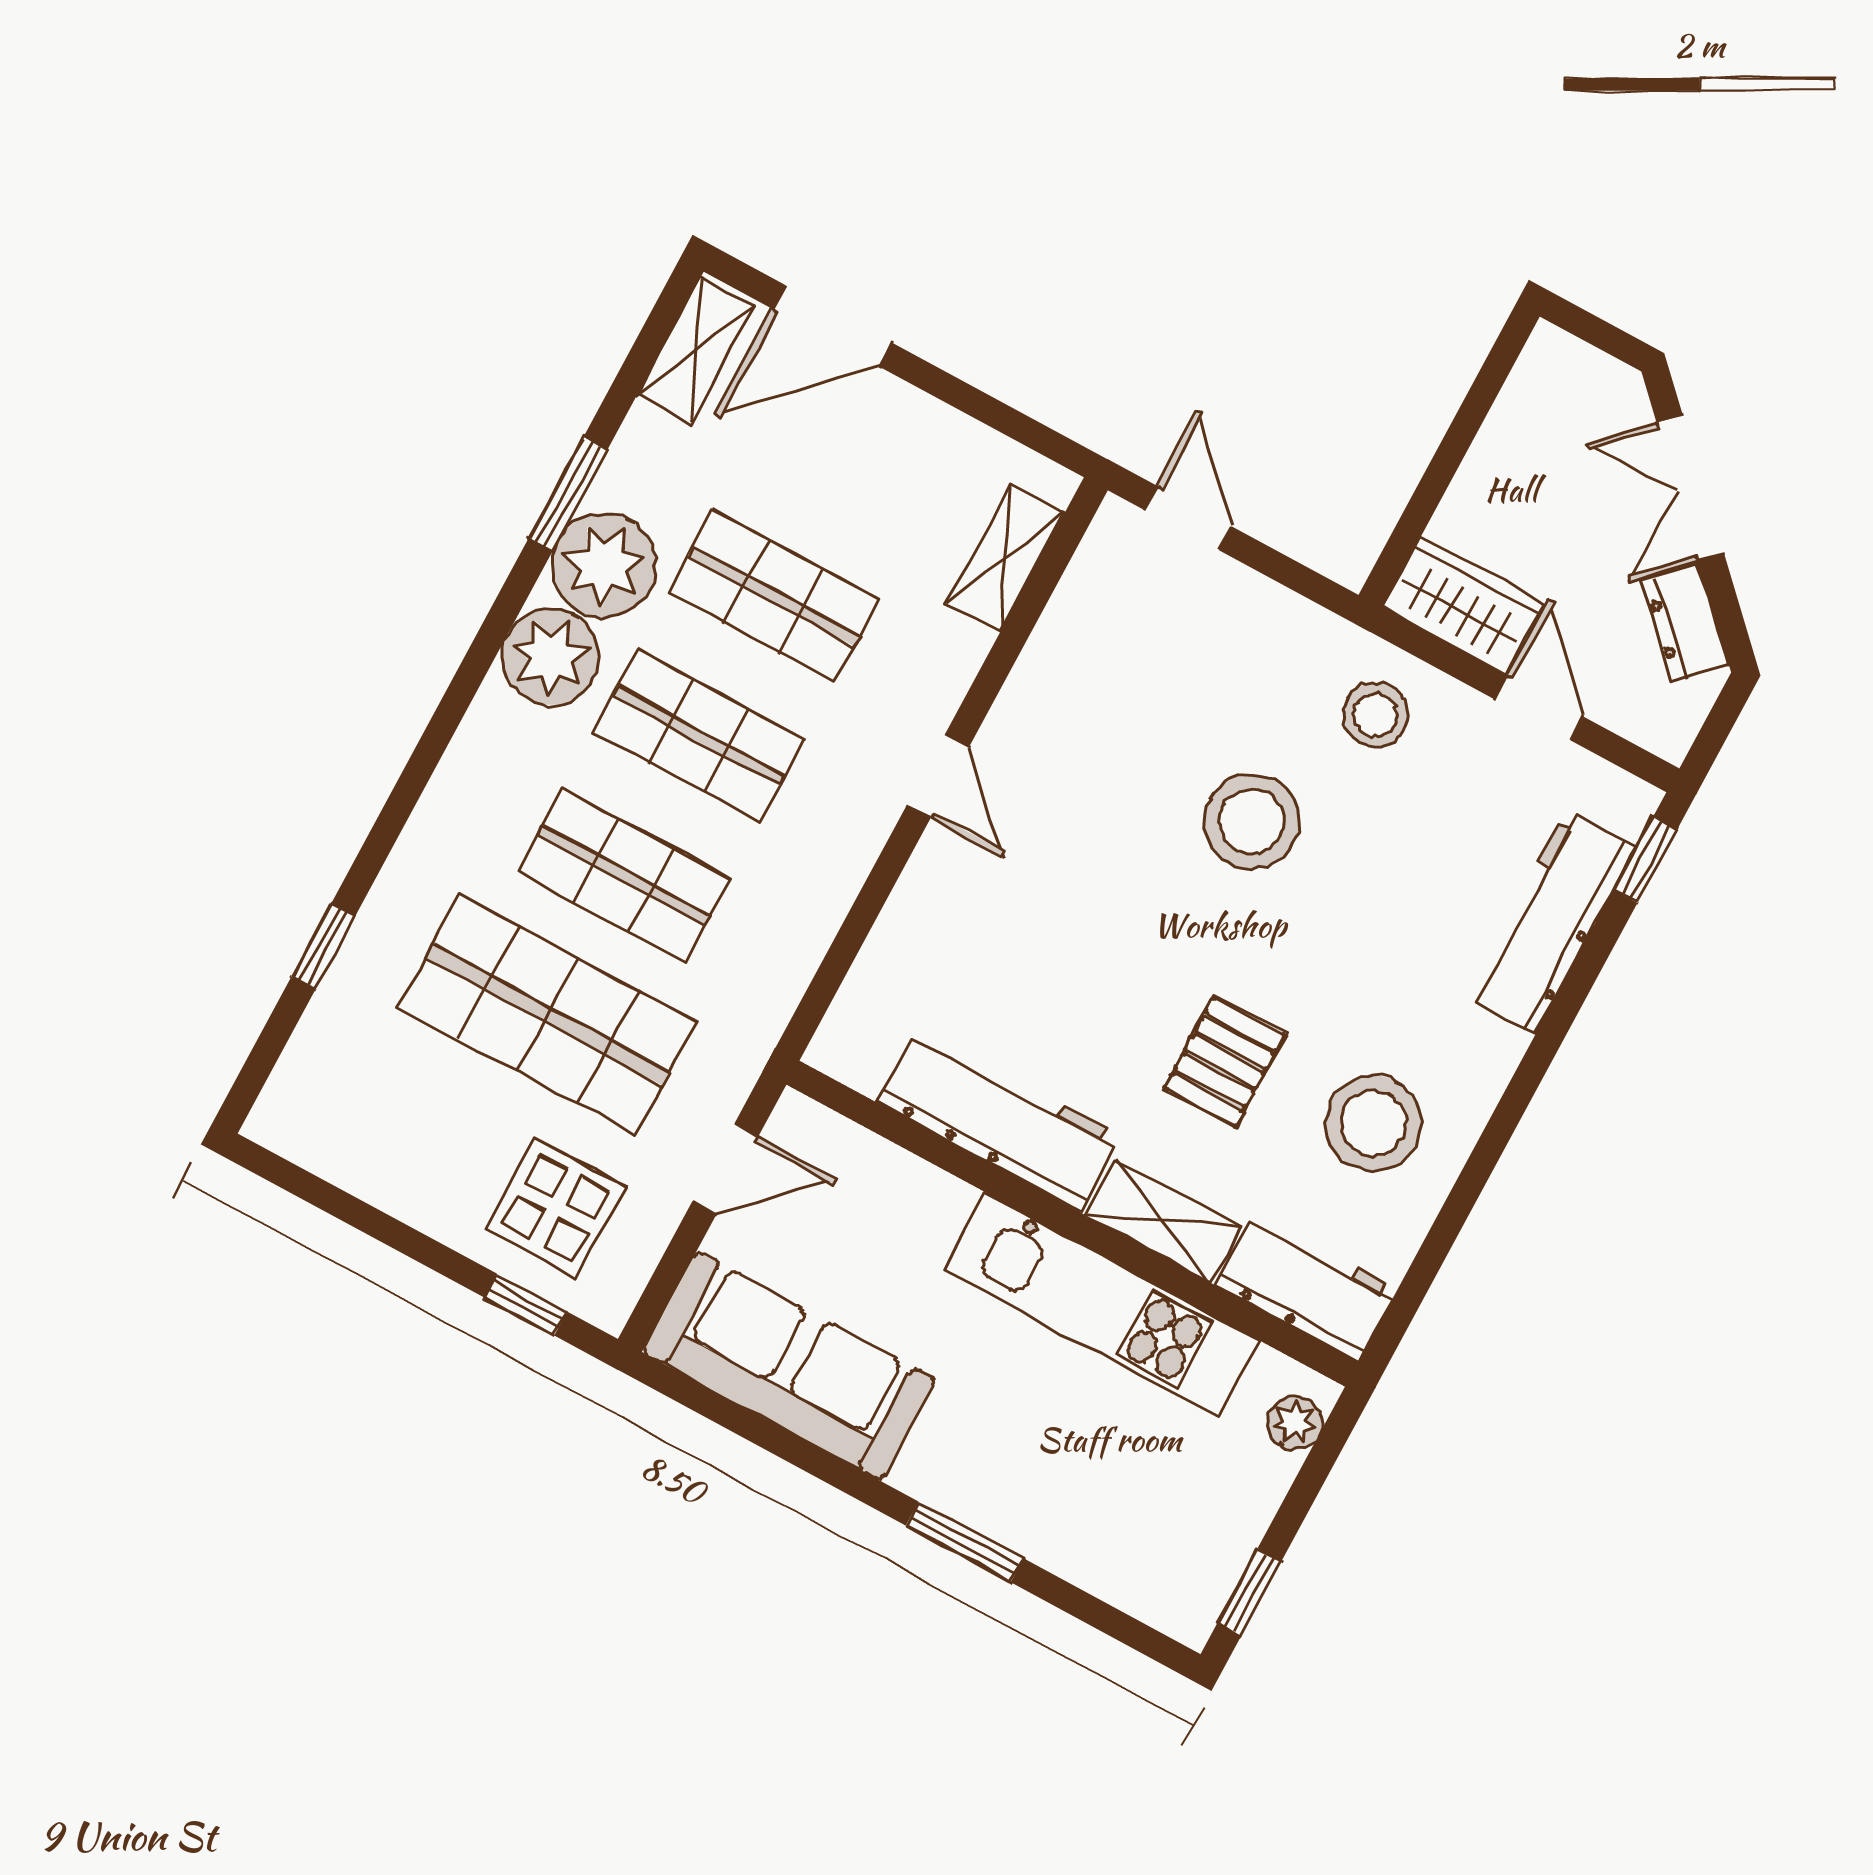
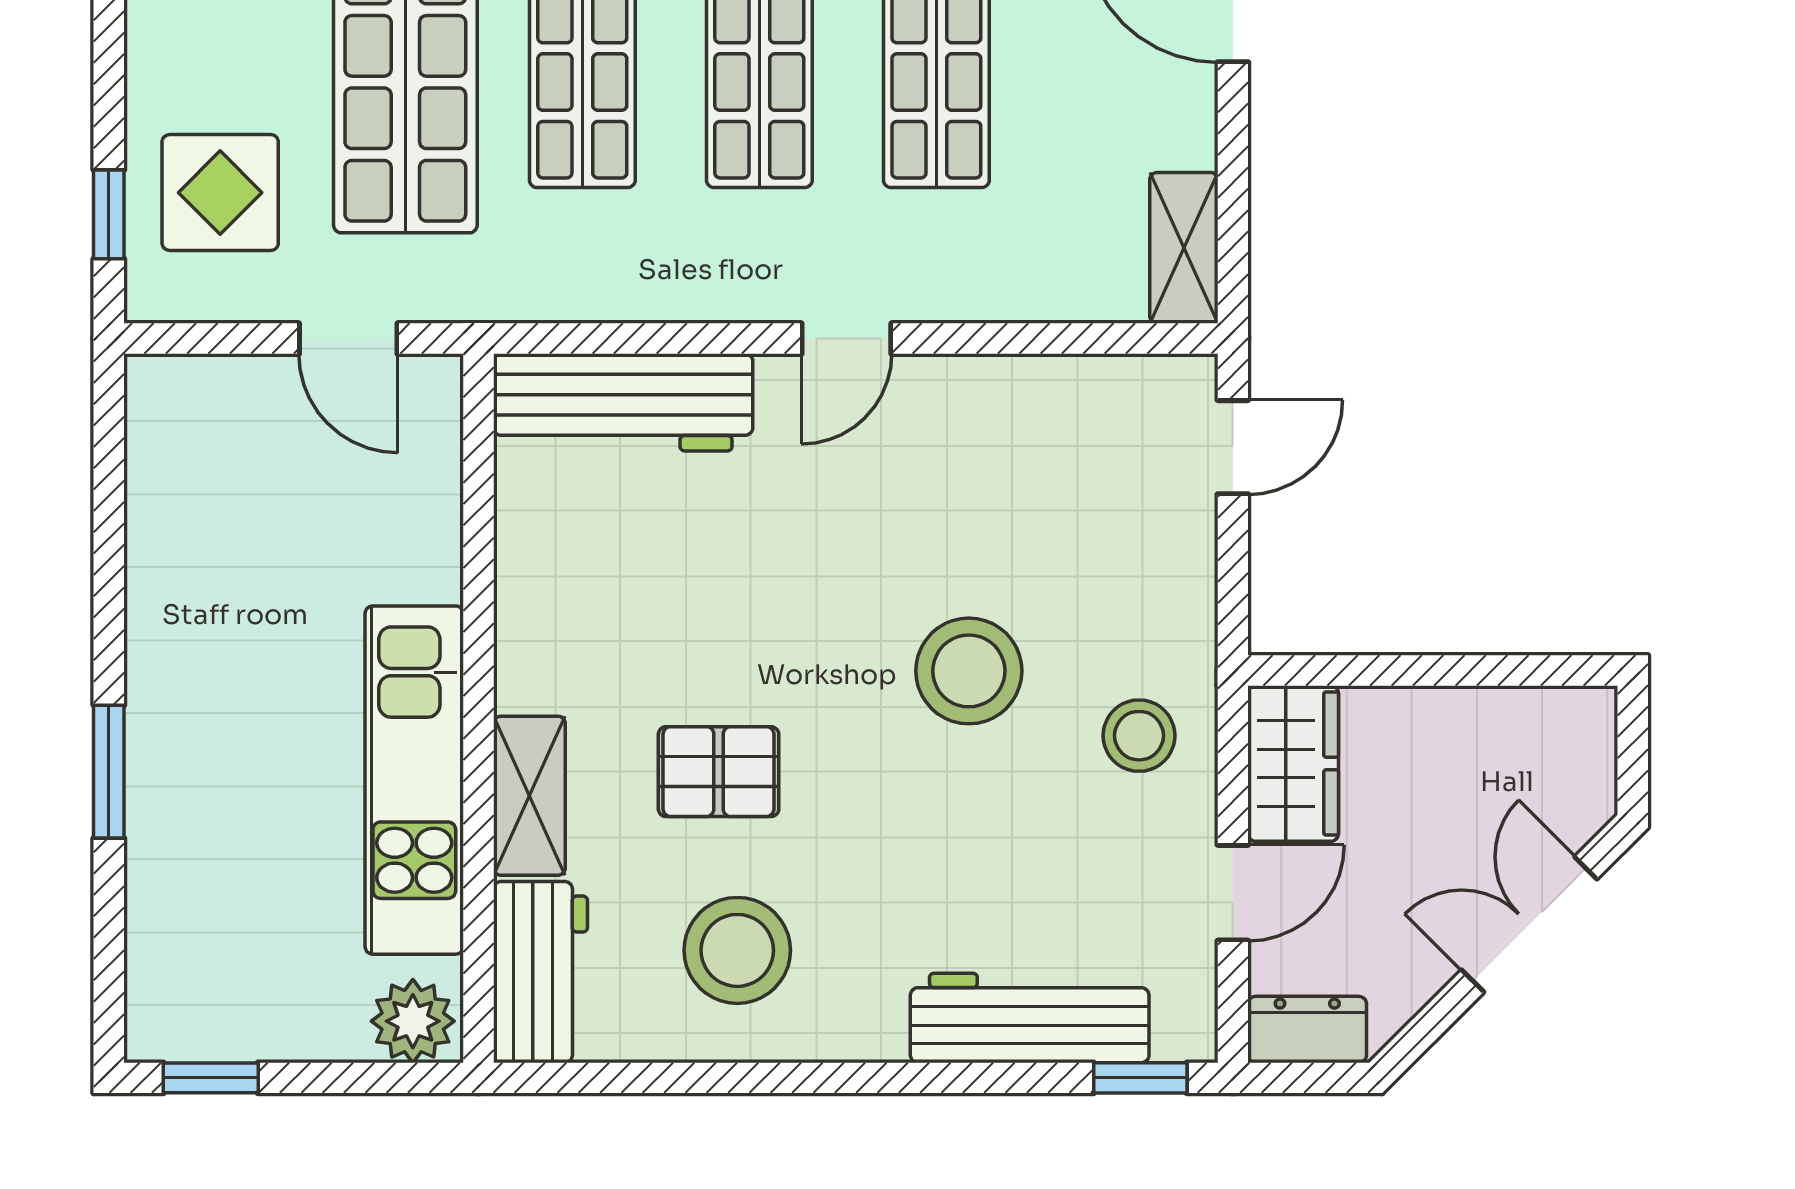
shelving: (1006, 558) -> (1184, 248), moved, turned 90
dresser: (1685, 623) -> (1307, 1030), moved, turned 45
workbench: (999, 1119) -> (623, 402), moved, turned 90
sofa: (789, 1366) -> (189, 506), removed
plant: (1295, 1423) -> (413, 1021), width x1.38, depth x1.38

